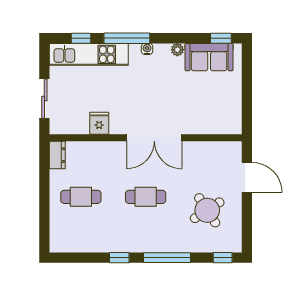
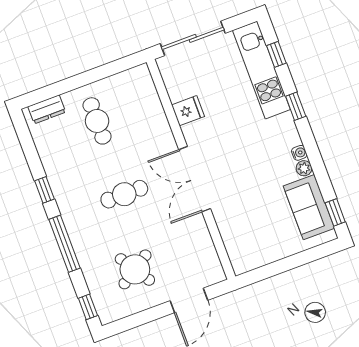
window: (127, 38) -> (296, 106), width x0.46
water cooler: (147, 49) -> (299, 153), moved
sliding door: (44, 99) -> (193, 38), width x1.37
dresser: (57, 155) -> (47, 109), moved
cafe table: (146, 197) -> (124, 194), turned 90

